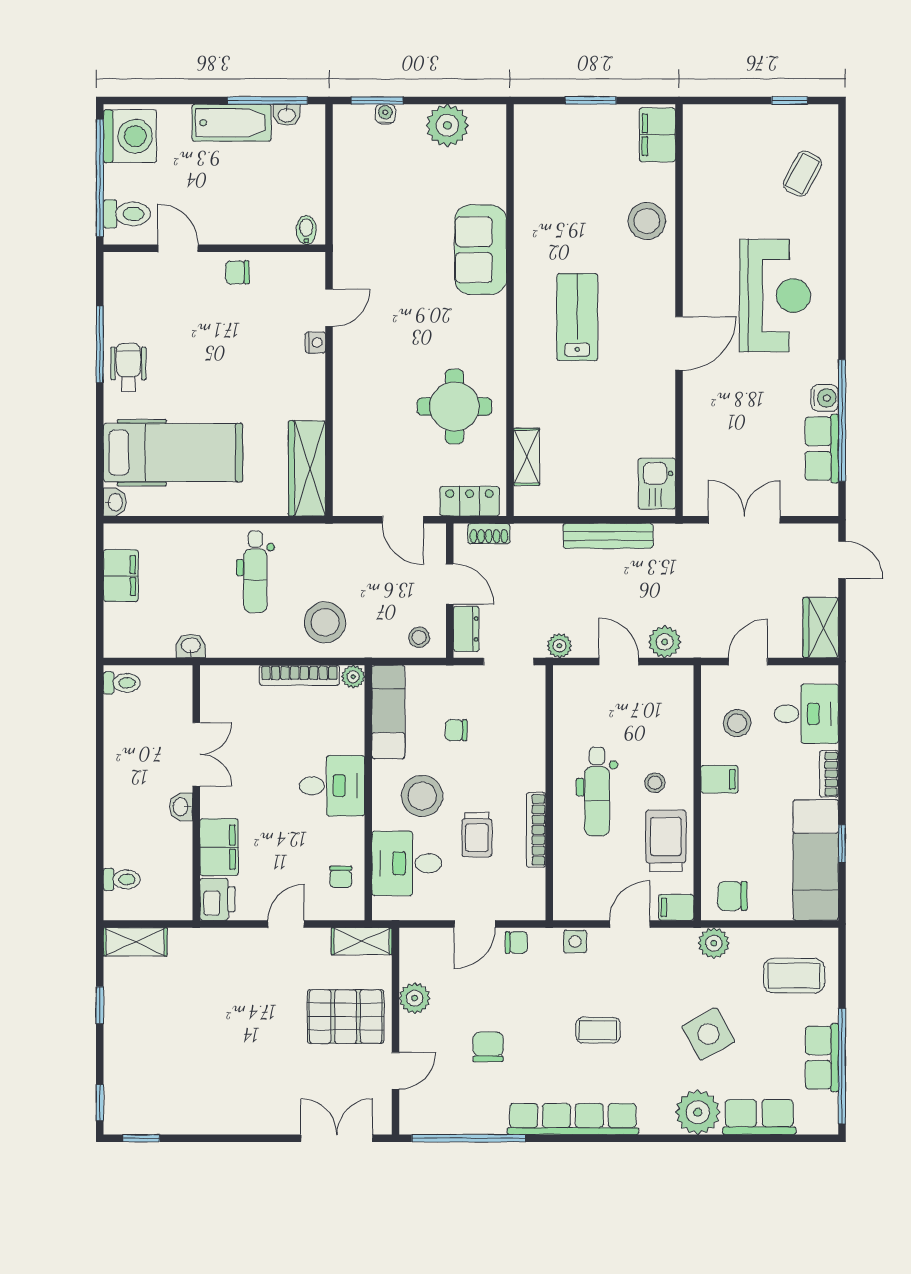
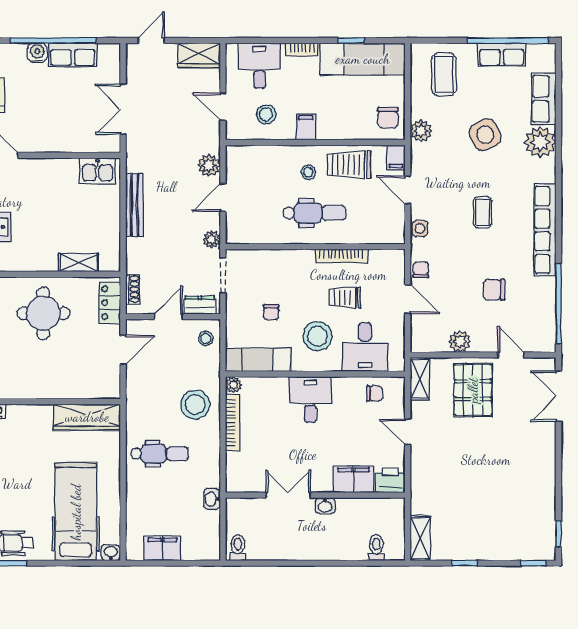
trolley: (477, 835) -> (345, 298), turned 180

